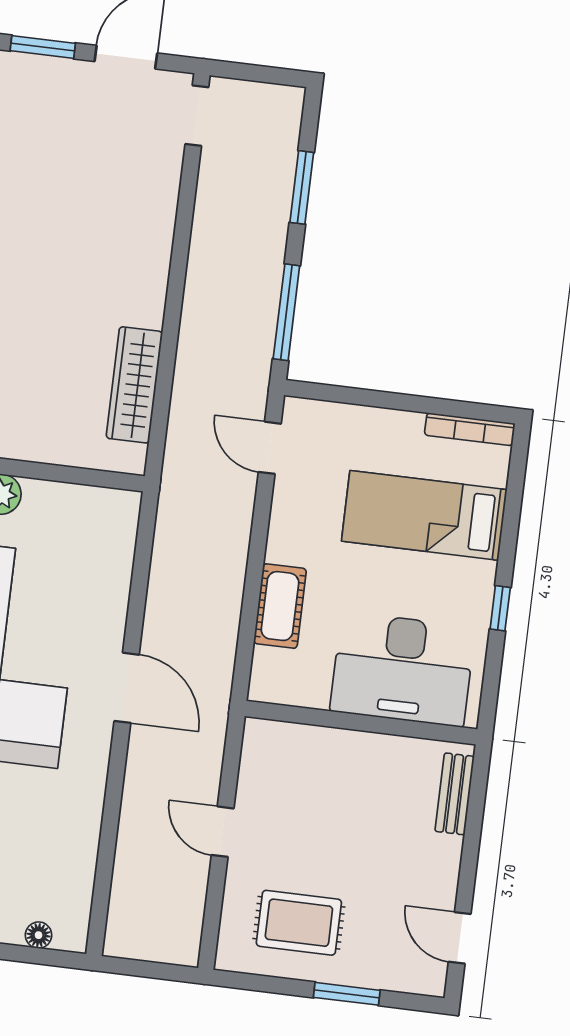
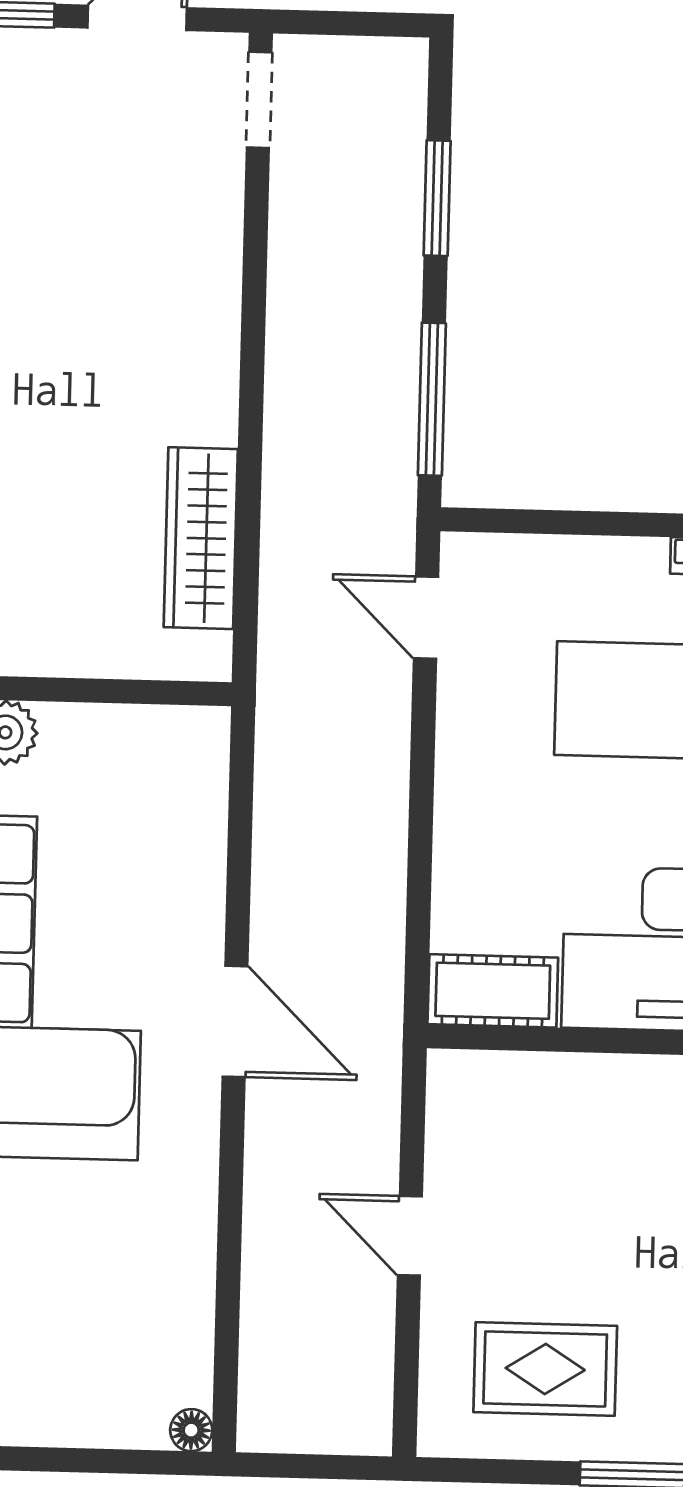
cot: (280, 606) -> (493, 991), moved, turned 90
floor lamp: (39, 935) -> (191, 1430), moved

